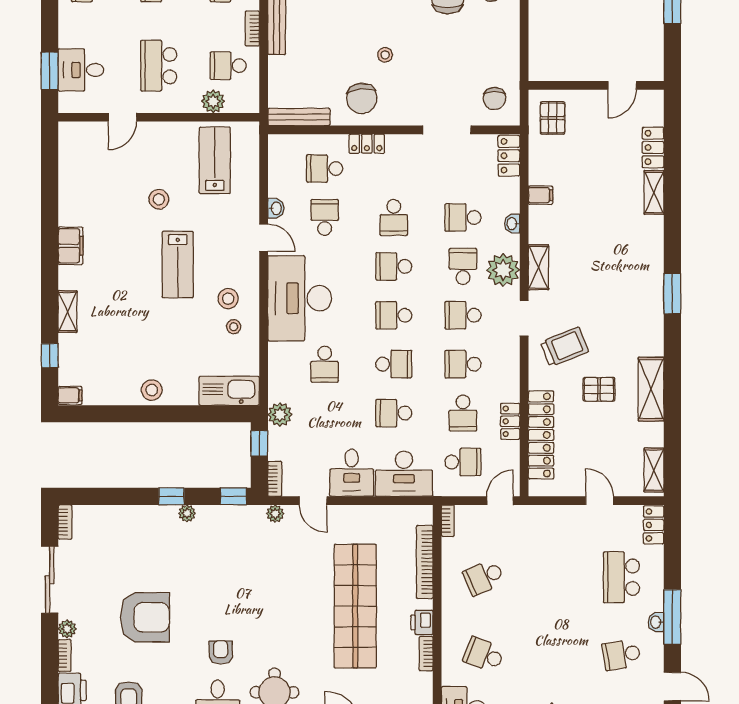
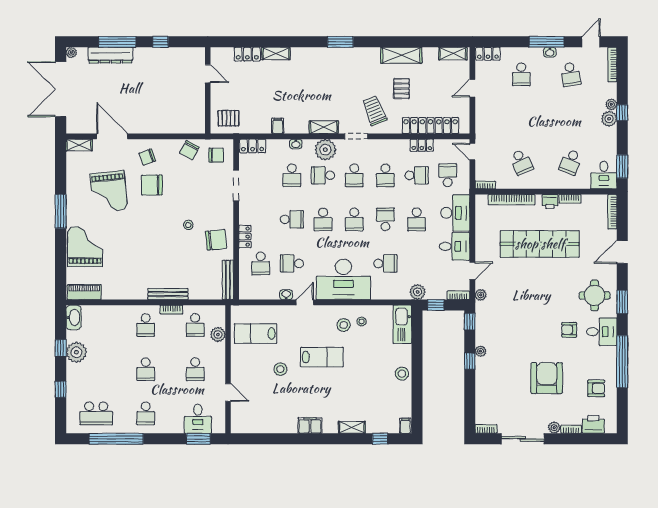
chair: (502, 57) -> (189, 150), added
school desk: (159, 66) -> (195, 369), width x0.54
school desk: (621, 577) -> (521, 74), width x0.54

